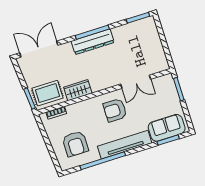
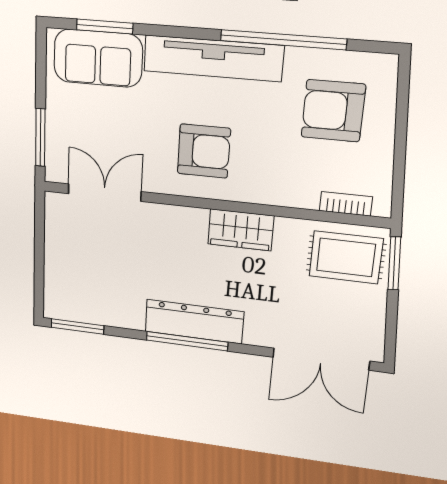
double door: (136, 82) -> (105, 193), moved
wardrobe: (78, 90) -> (241, 230), moved
armchair: (75, 144) -> (333, 111), turned -90

